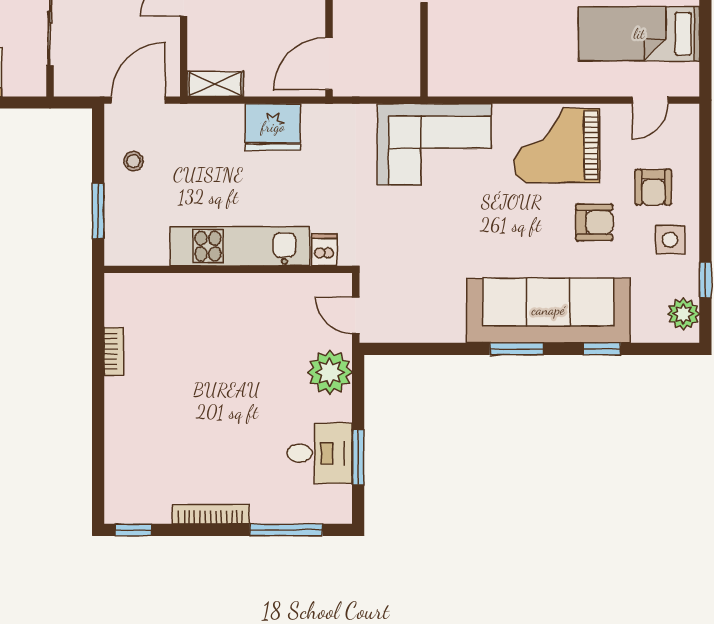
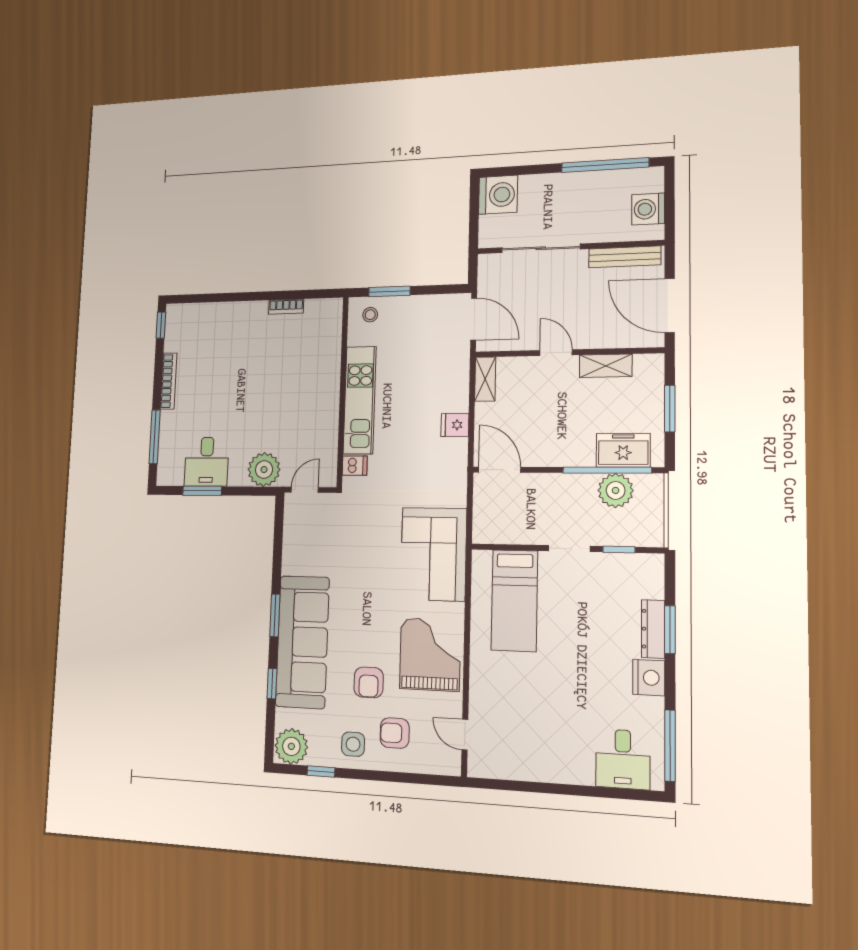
bed: (639, 34) -> (514, 600), moved, turned 180
fridge: (273, 127) -> (455, 425), width x0.53, depth x0.75
stool: (134, 161) -> (370, 315), moved
plant: (683, 314) -> (291, 746), width x1.36, depth x1.36

